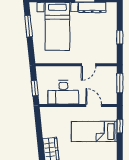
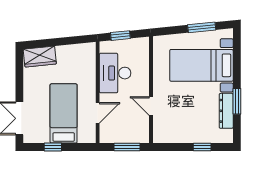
window: (120, 37) -> (202, 147), moved
window: (120, 126) -> (53, 147), moved

